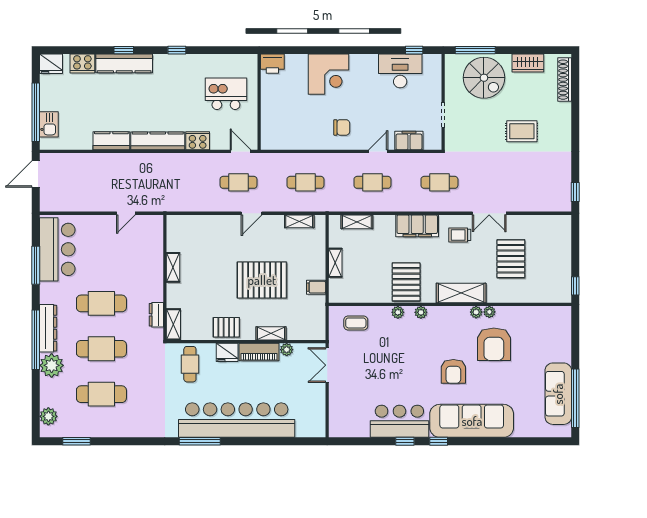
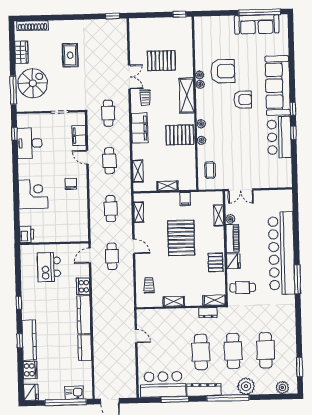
trolley: (197, 233) -> (149, 285), added
dresser: (48, 328) -> (204, 390), moved
shelving: (271, 333) -> (219, 215), moved

